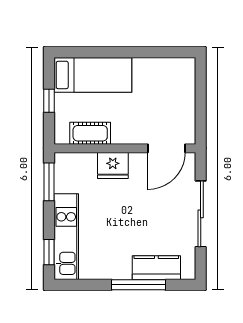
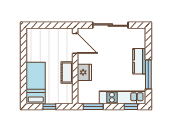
cot: (90, 133) -> (67, 72), moved
kitchen counter: (156, 268) -> (139, 61), moved
window: (138, 285) -> (148, 74), moved

